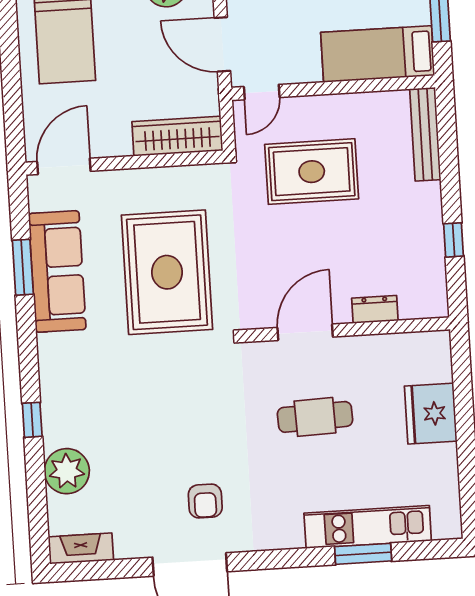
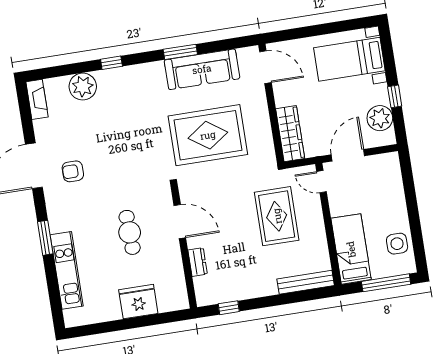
window: (454, 240) -> (229, 308), moved
window: (23, 267) -> (180, 52), moved
window: (363, 554) -> (45, 238), moved

